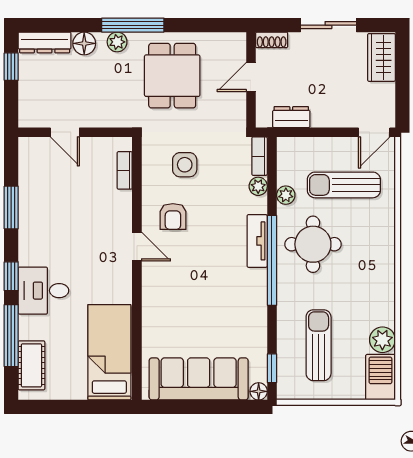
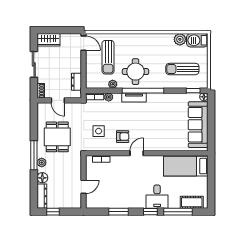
dining table: (172, 76) -> (57, 137), turned 90

